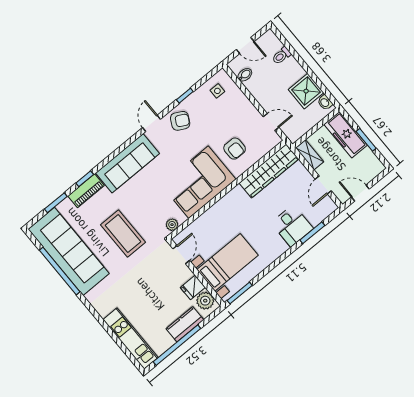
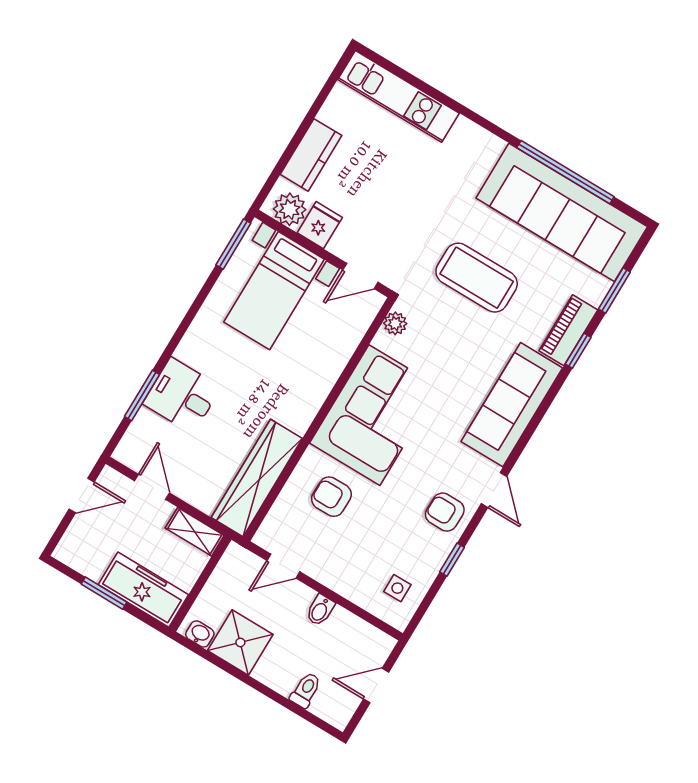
bidet: (245, 75) -> (320, 610), moved
armchair: (180, 121) -> (445, 512), turned 62
door: (181, 255) -> (360, 276), hinge flipped
window: (177, 345) -> (312, 113), removed

